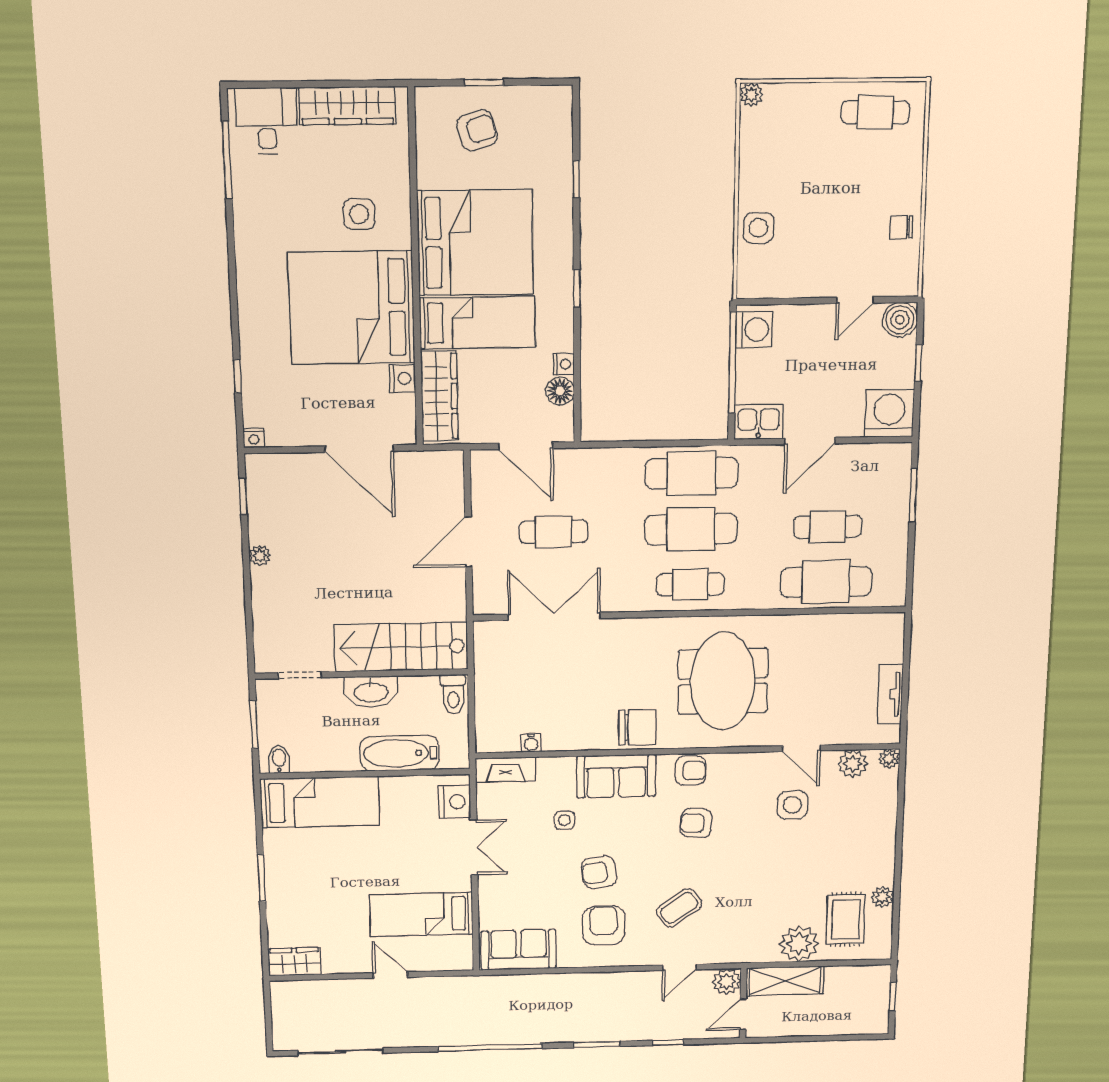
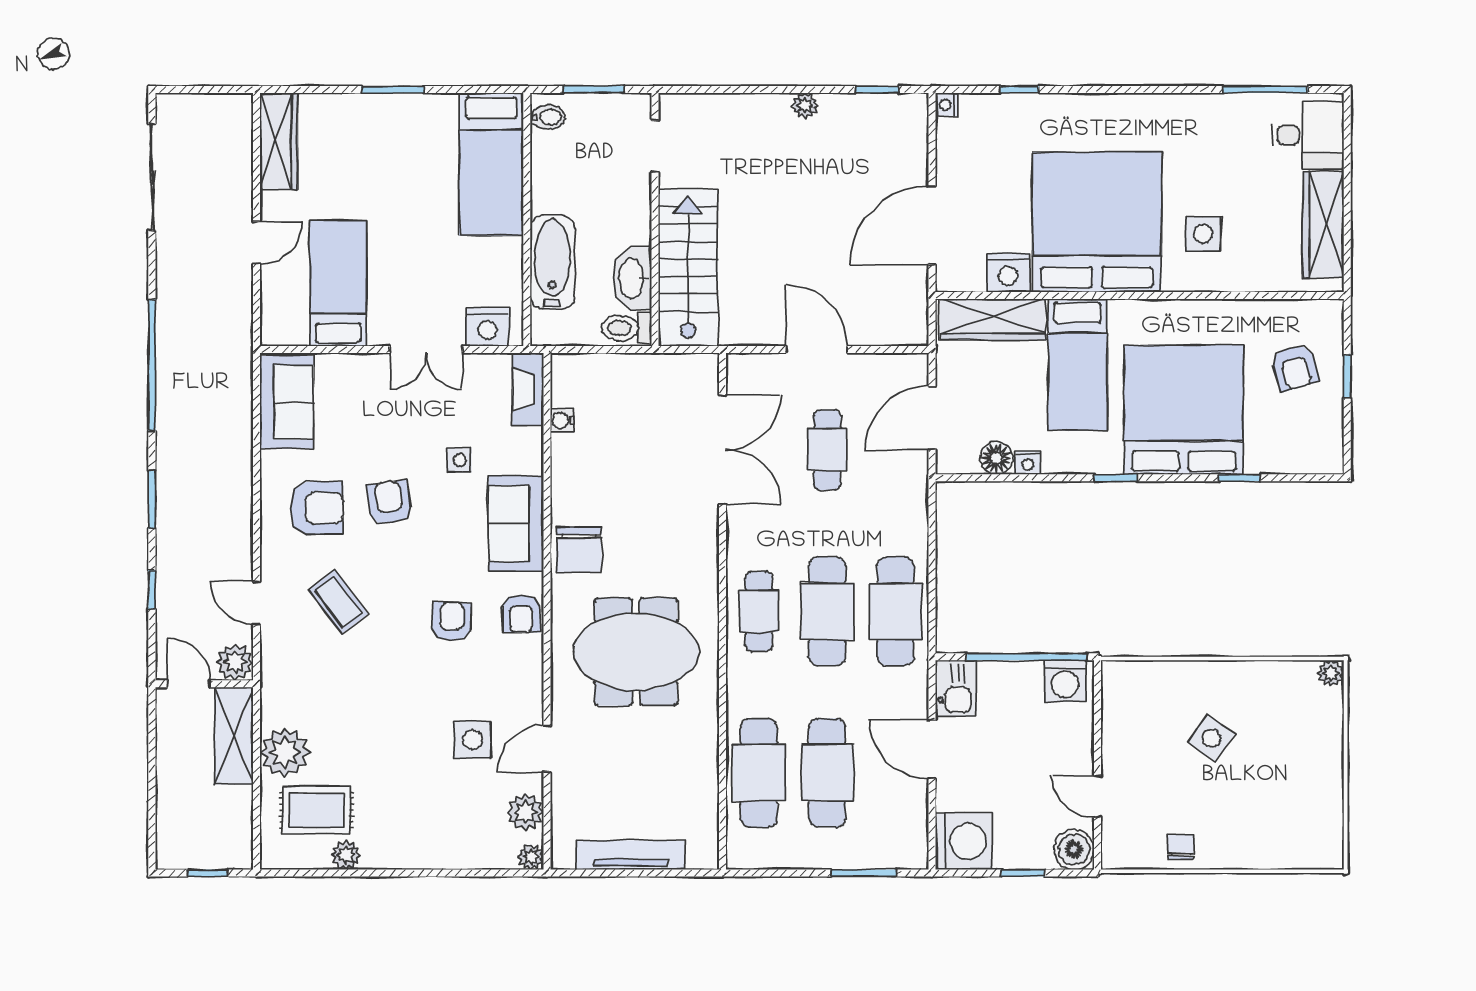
cafe table: (875, 112) -> (1310, 813), removed
side table: (759, 228) -> (1211, 738), moved, turned 36
bed: (475, 243) -> (1184, 410), moved, turned 180
nightstand: (402, 378) -> (1008, 273), width x1.36, depth x1.33
cafe table: (828, 527) -> (827, 773), width x1.37, depth x1.35
washbasin: (371, 692) -> (632, 278), moved
tv unit: (890, 694) -> (631, 855), width x1.41
wardrobe: (295, 962) -> (279, 141), width x1.50

